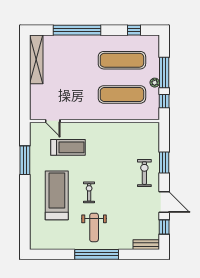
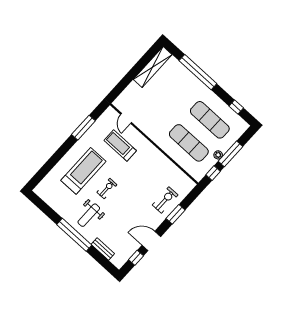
treadmill: (68, 147) -> (120, 146), turned 180
exercise bike: (144, 173) -> (165, 200), moved
door: (164, 202) -> (151, 241), swing flipped
bench: (146, 245) -> (103, 249), moved

